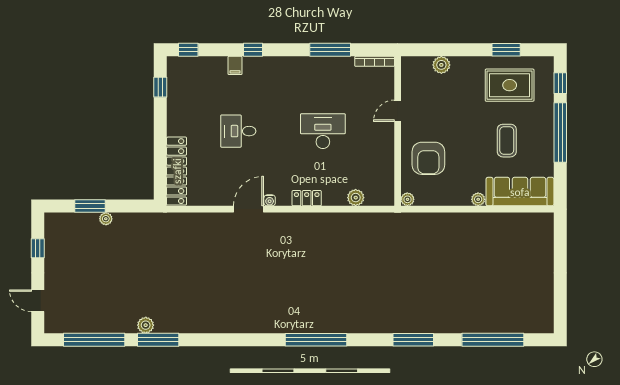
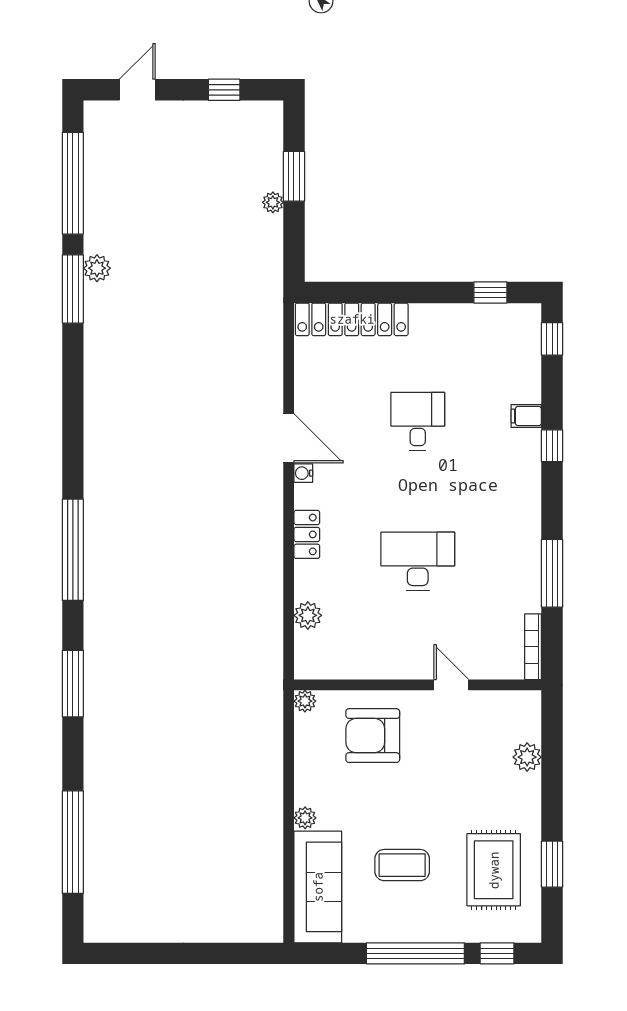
desk: (323, 131) -> (418, 561), turned -90
window: (413, 340) -> (73, 684), moved

